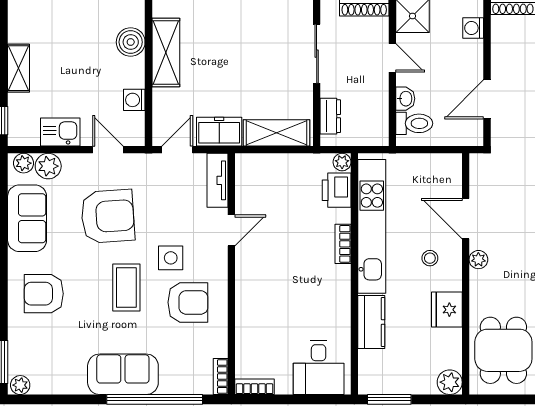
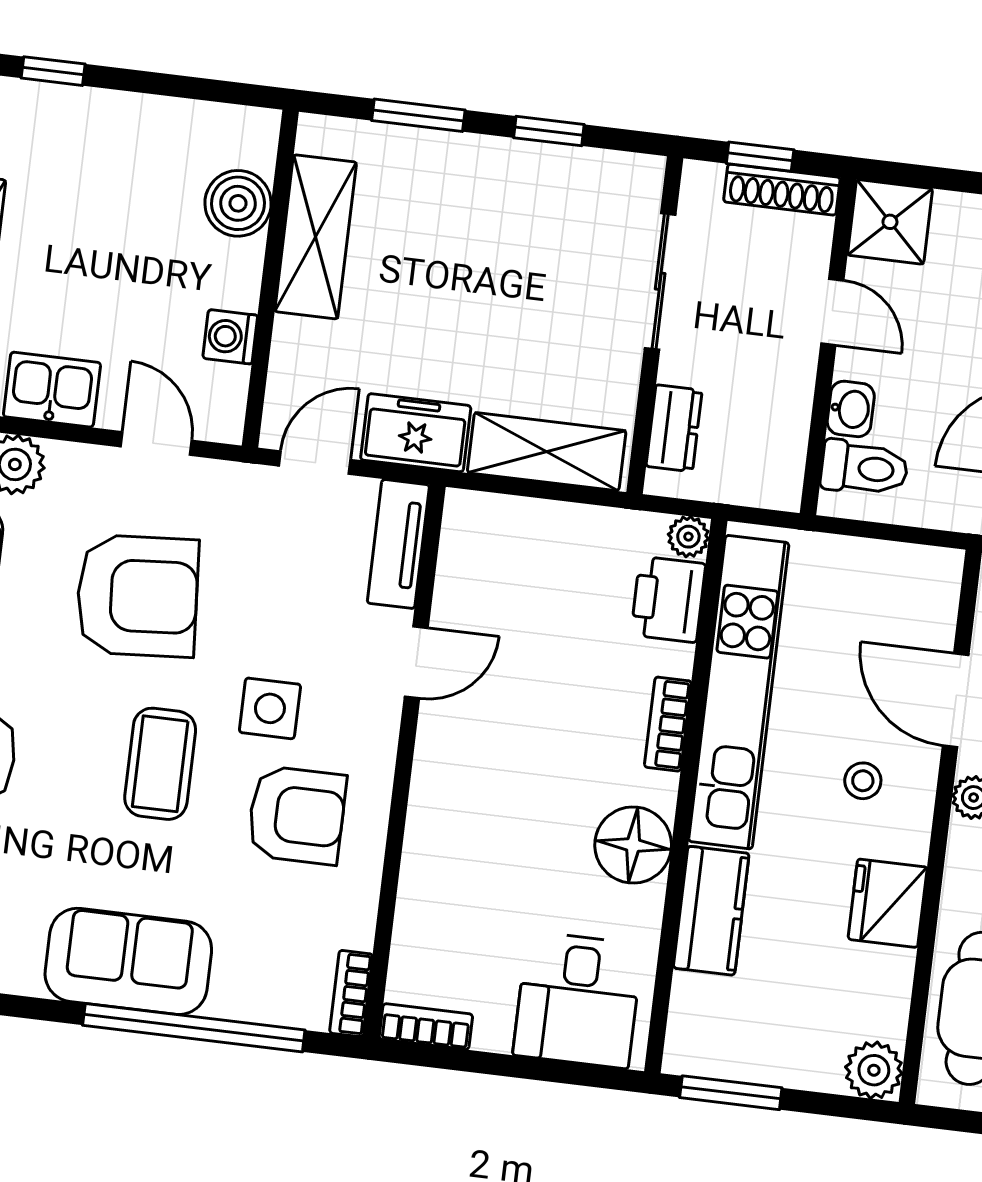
floor lamp: (334, 298) -> (633, 845), added

